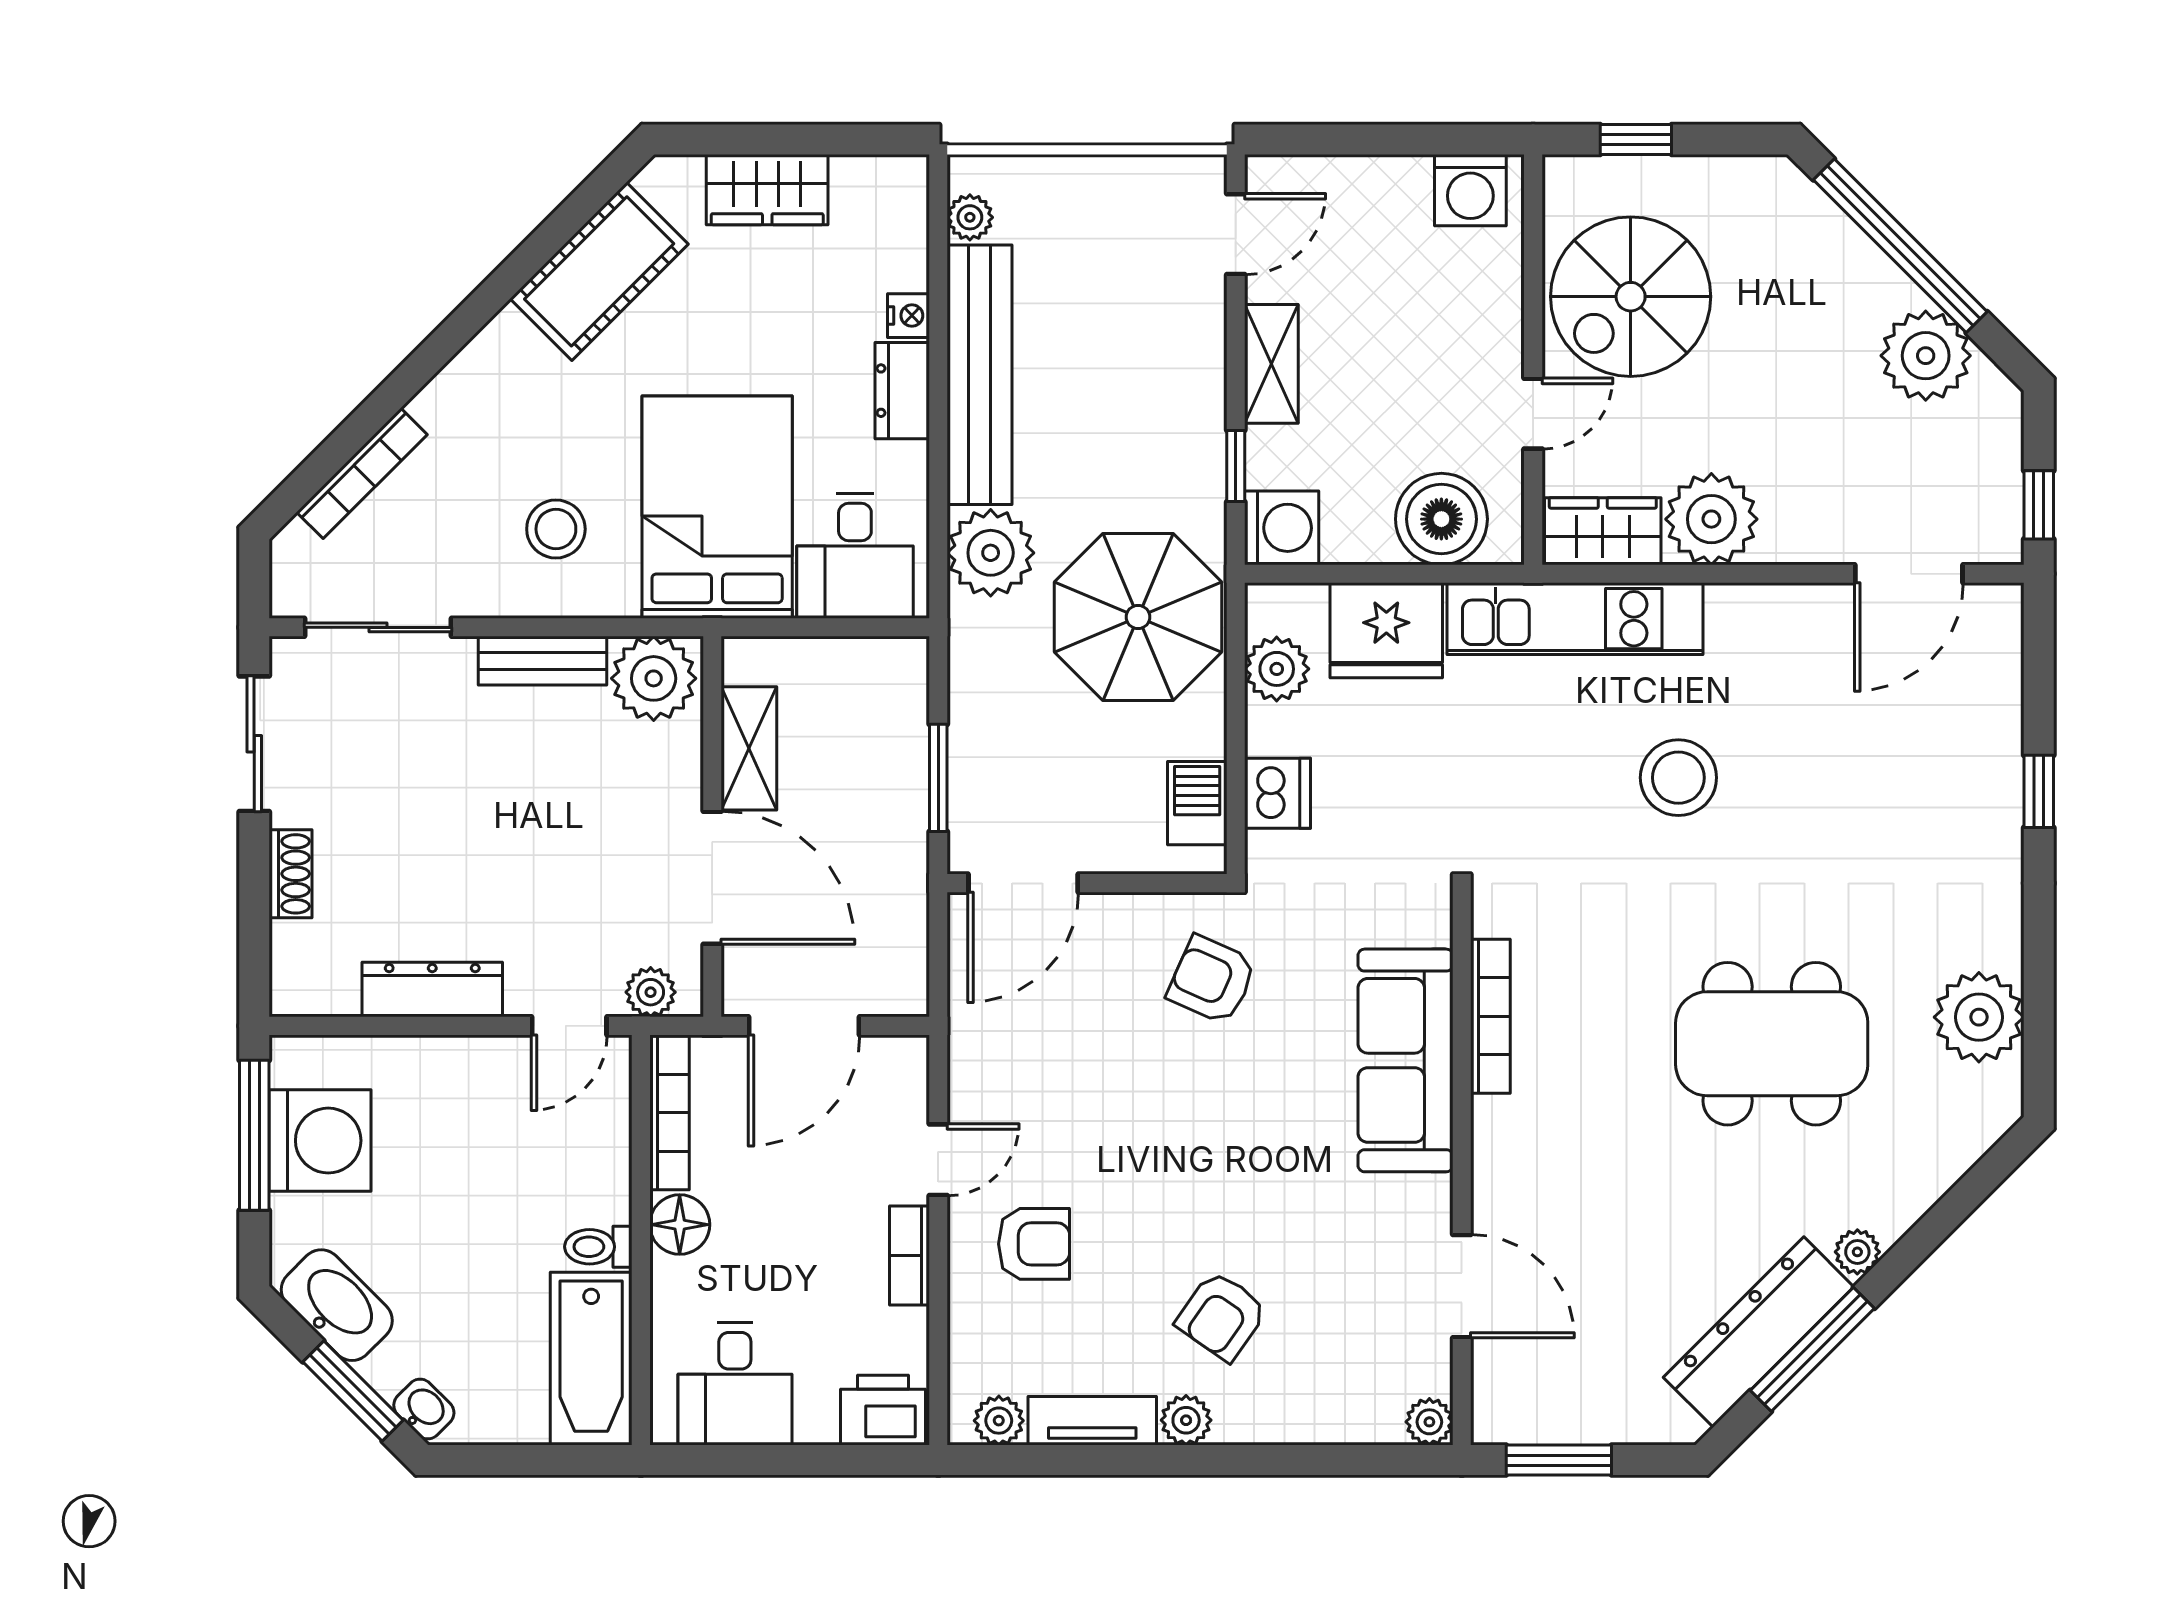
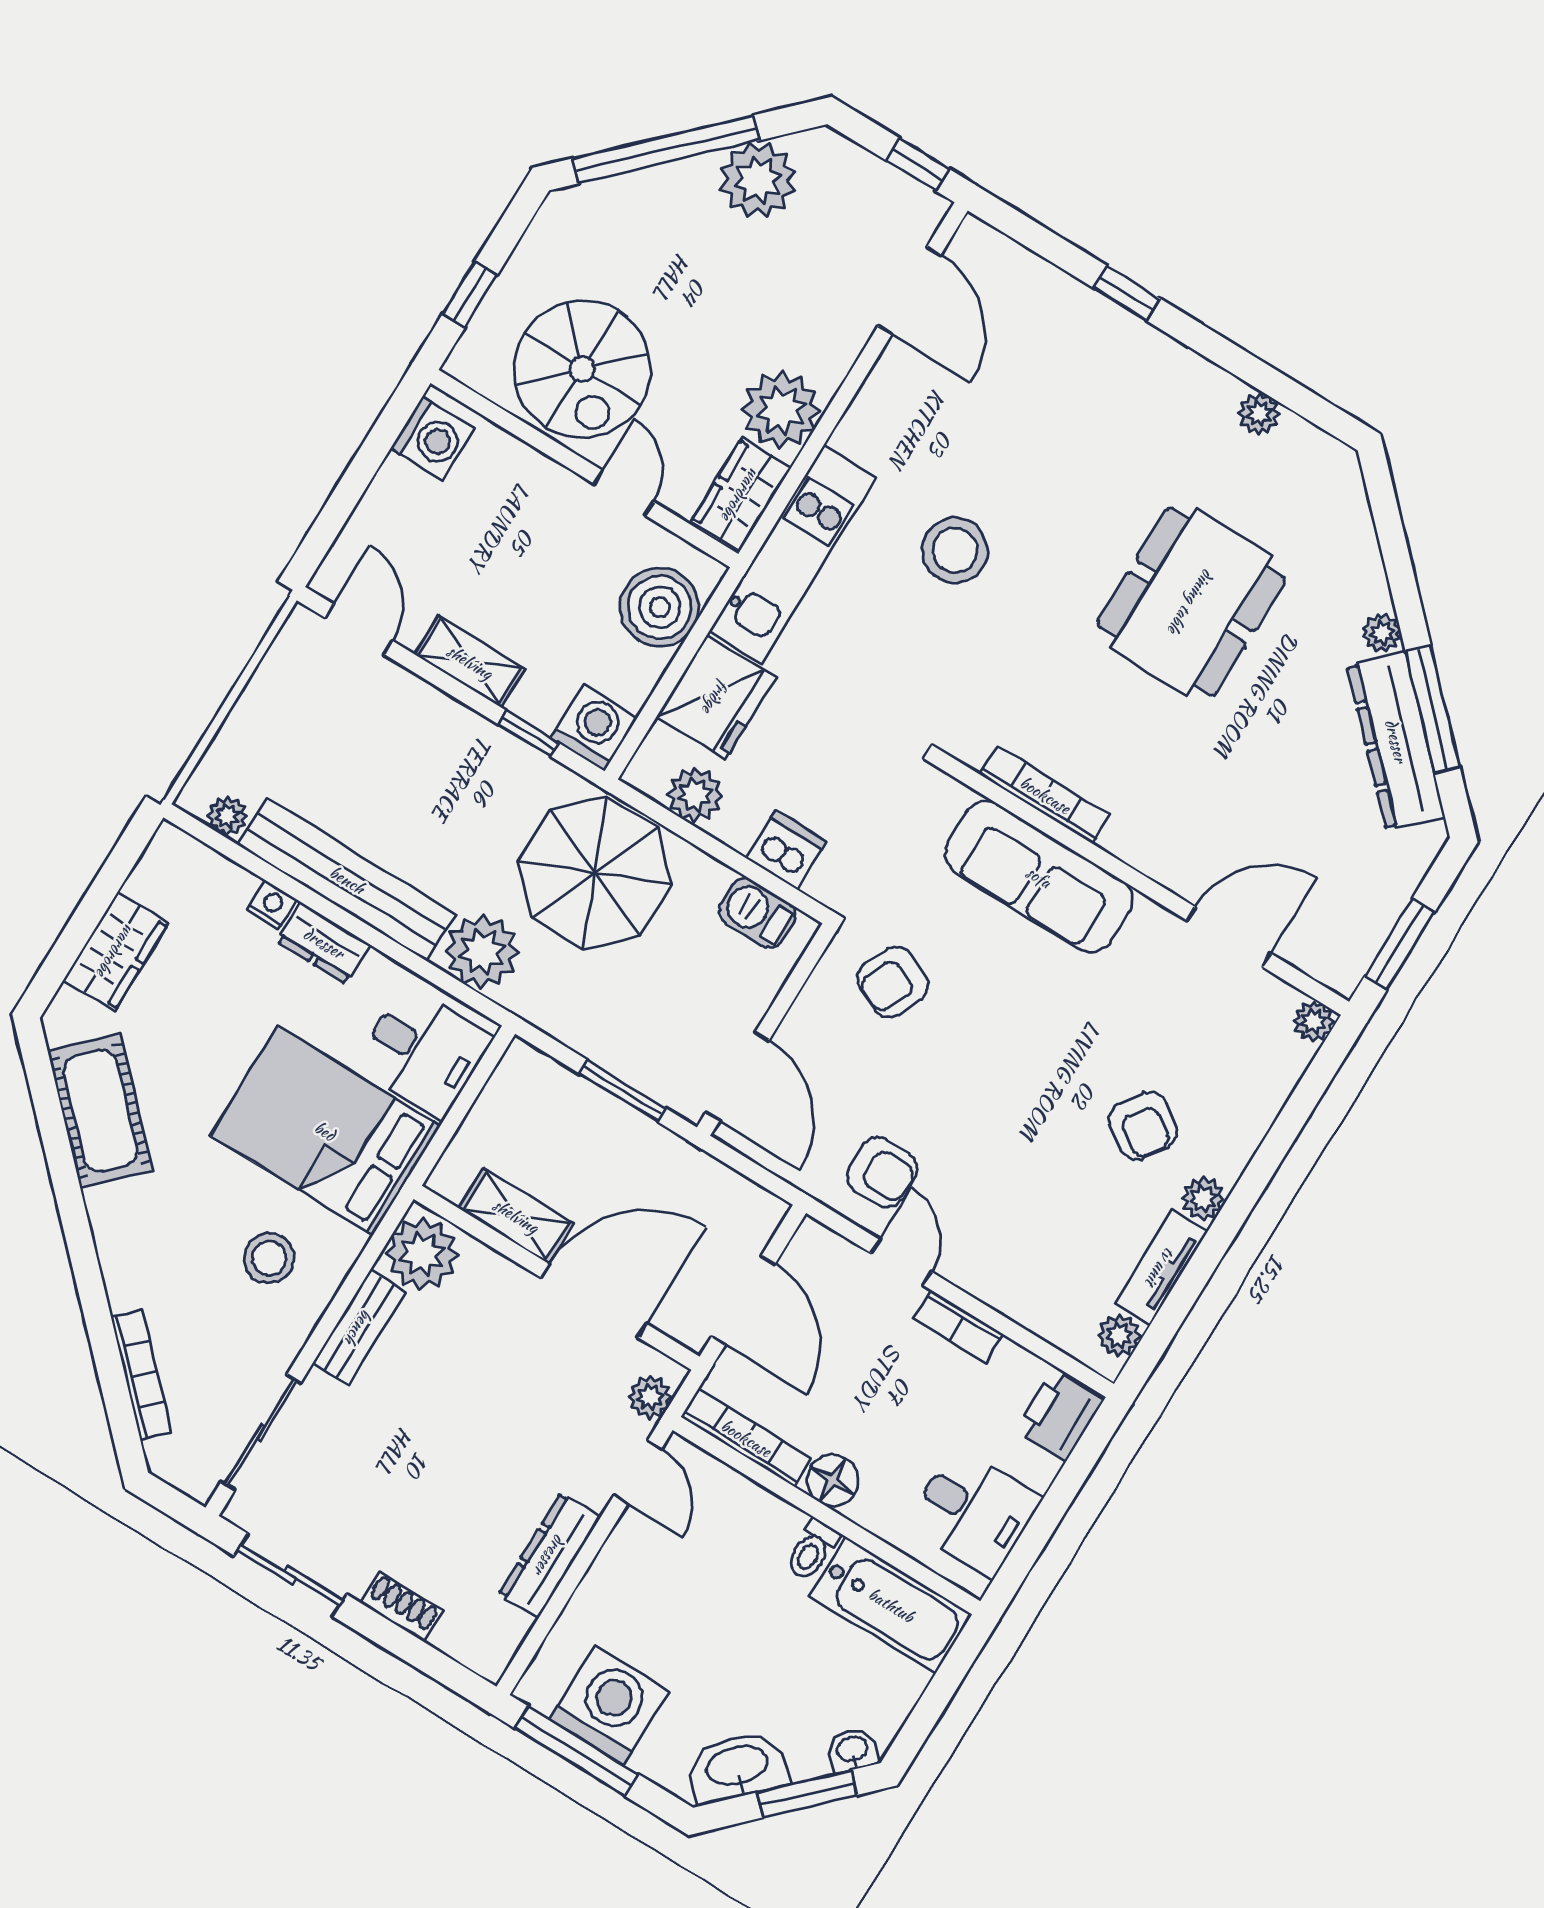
plant: (1979, 1017) -> (1259, 414), width x0.53, depth x0.53
armchair: (1034, 1244) -> (882, 1172), moved, turned 90

